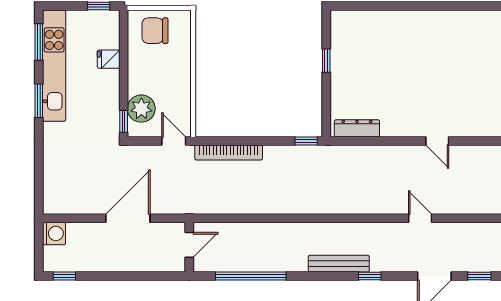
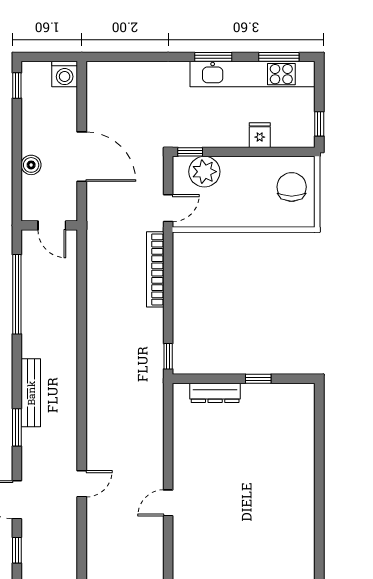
dresser: (357, 128) -> (215, 393), moved, turned 90
boiler: (135, 263) -> (31, 165), added
window: (370, 276) -> (17, 427), width x1.50

